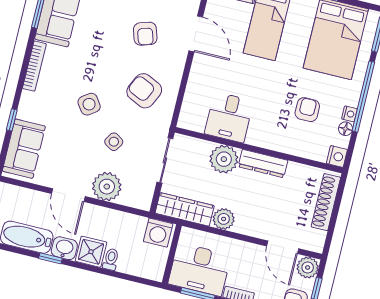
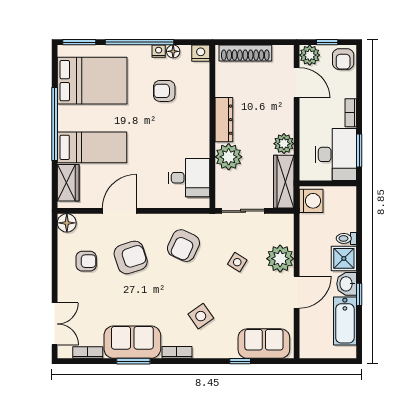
armchair: (145, 34) -> (131, 257), width x1.38, depth x1.38
bookcase: (34, 66) -> (177, 352), width x0.64
side table: (89, 104) -> (201, 316), moved
desk: (229, 117) -> (189, 178), moved
door: (283, 247) -> (297, 83), hinge flipped

